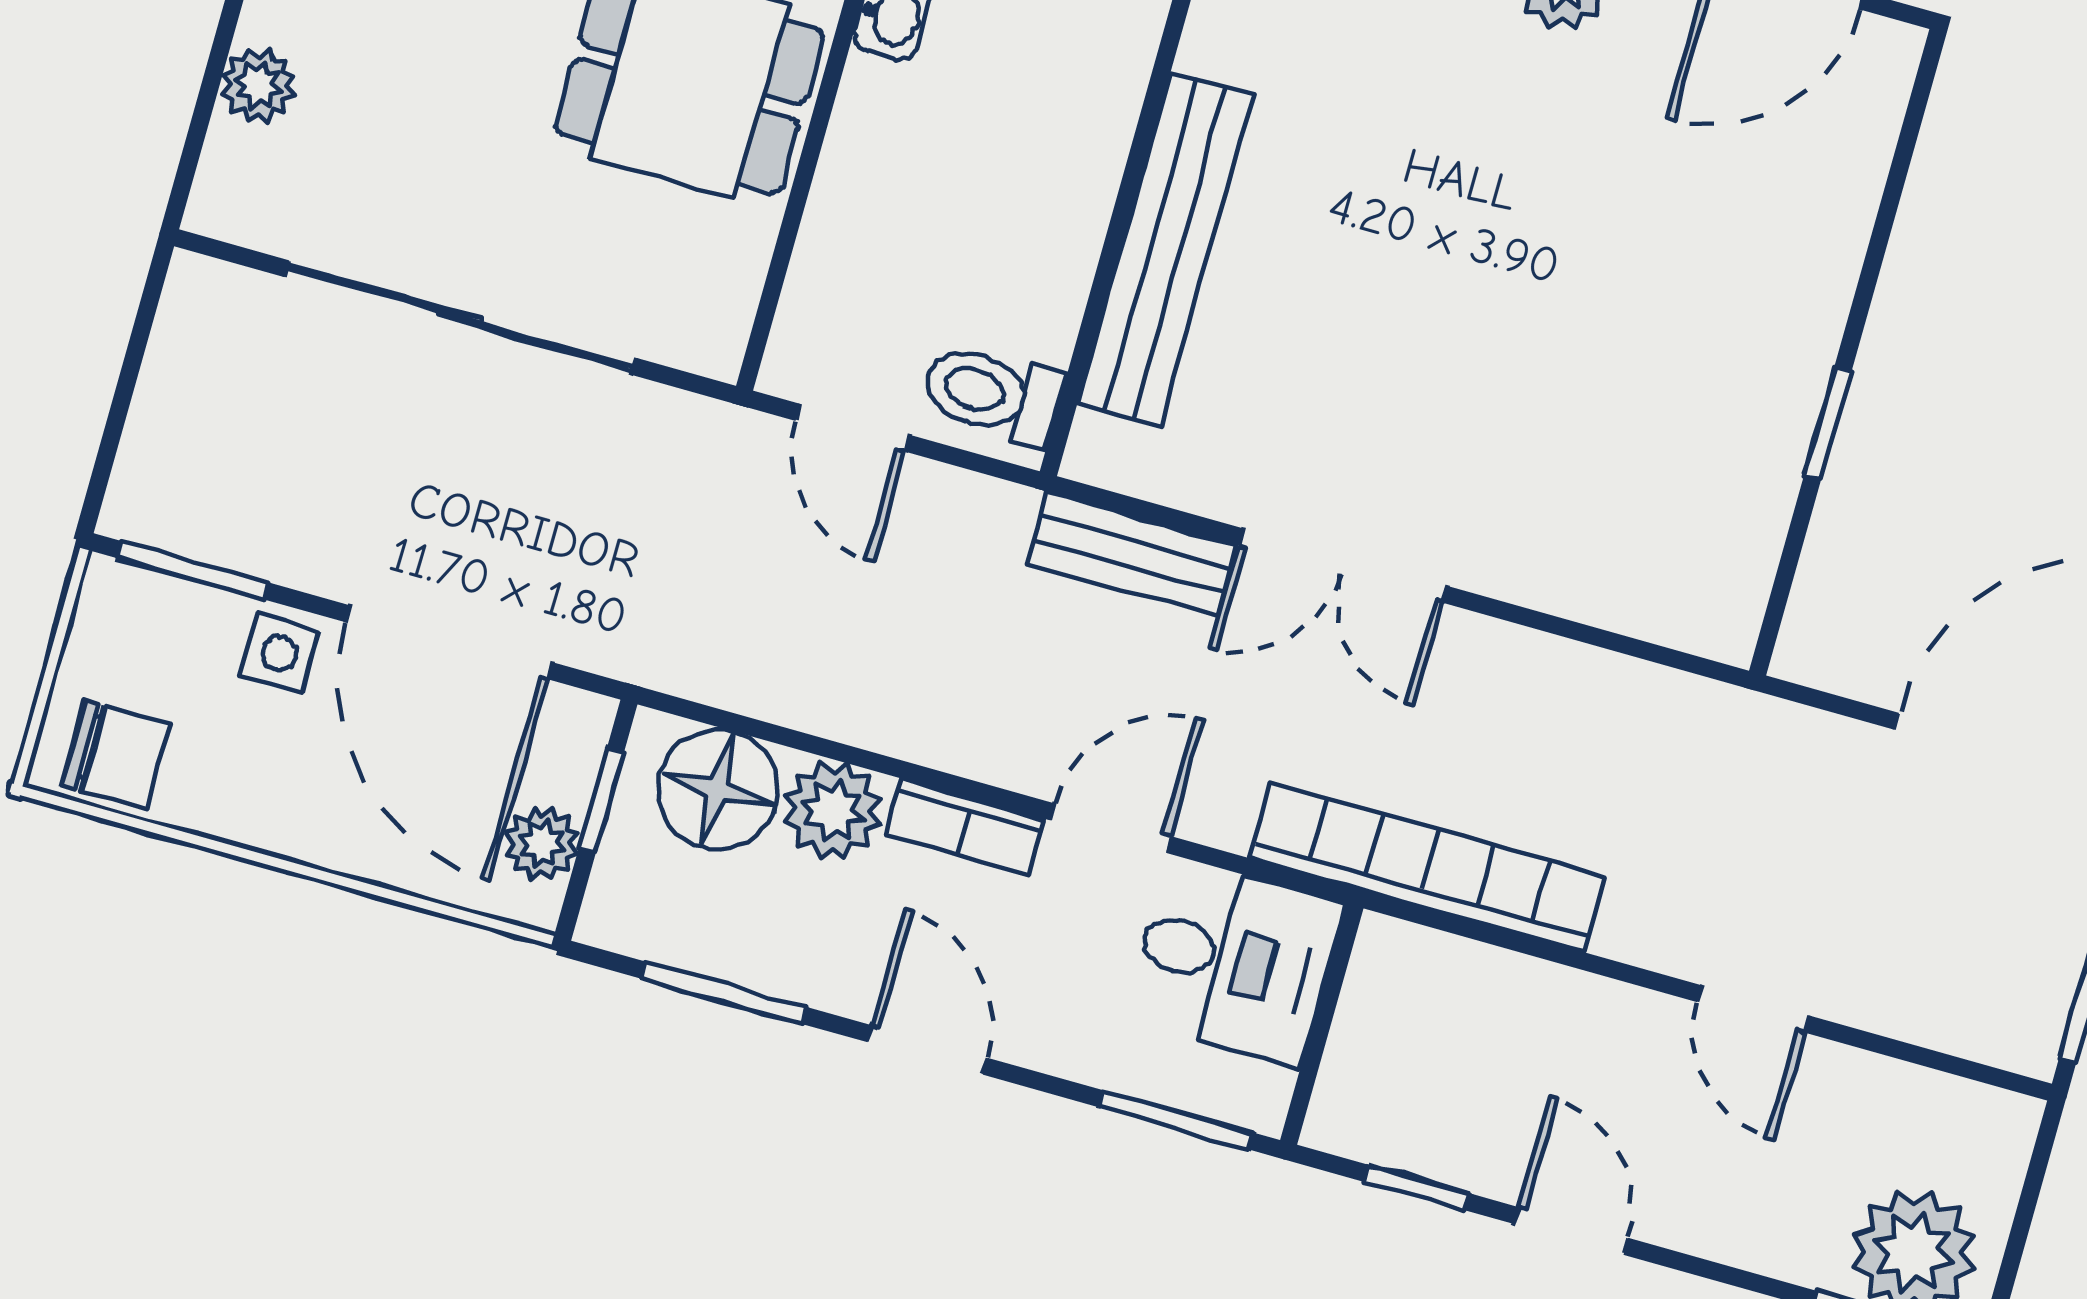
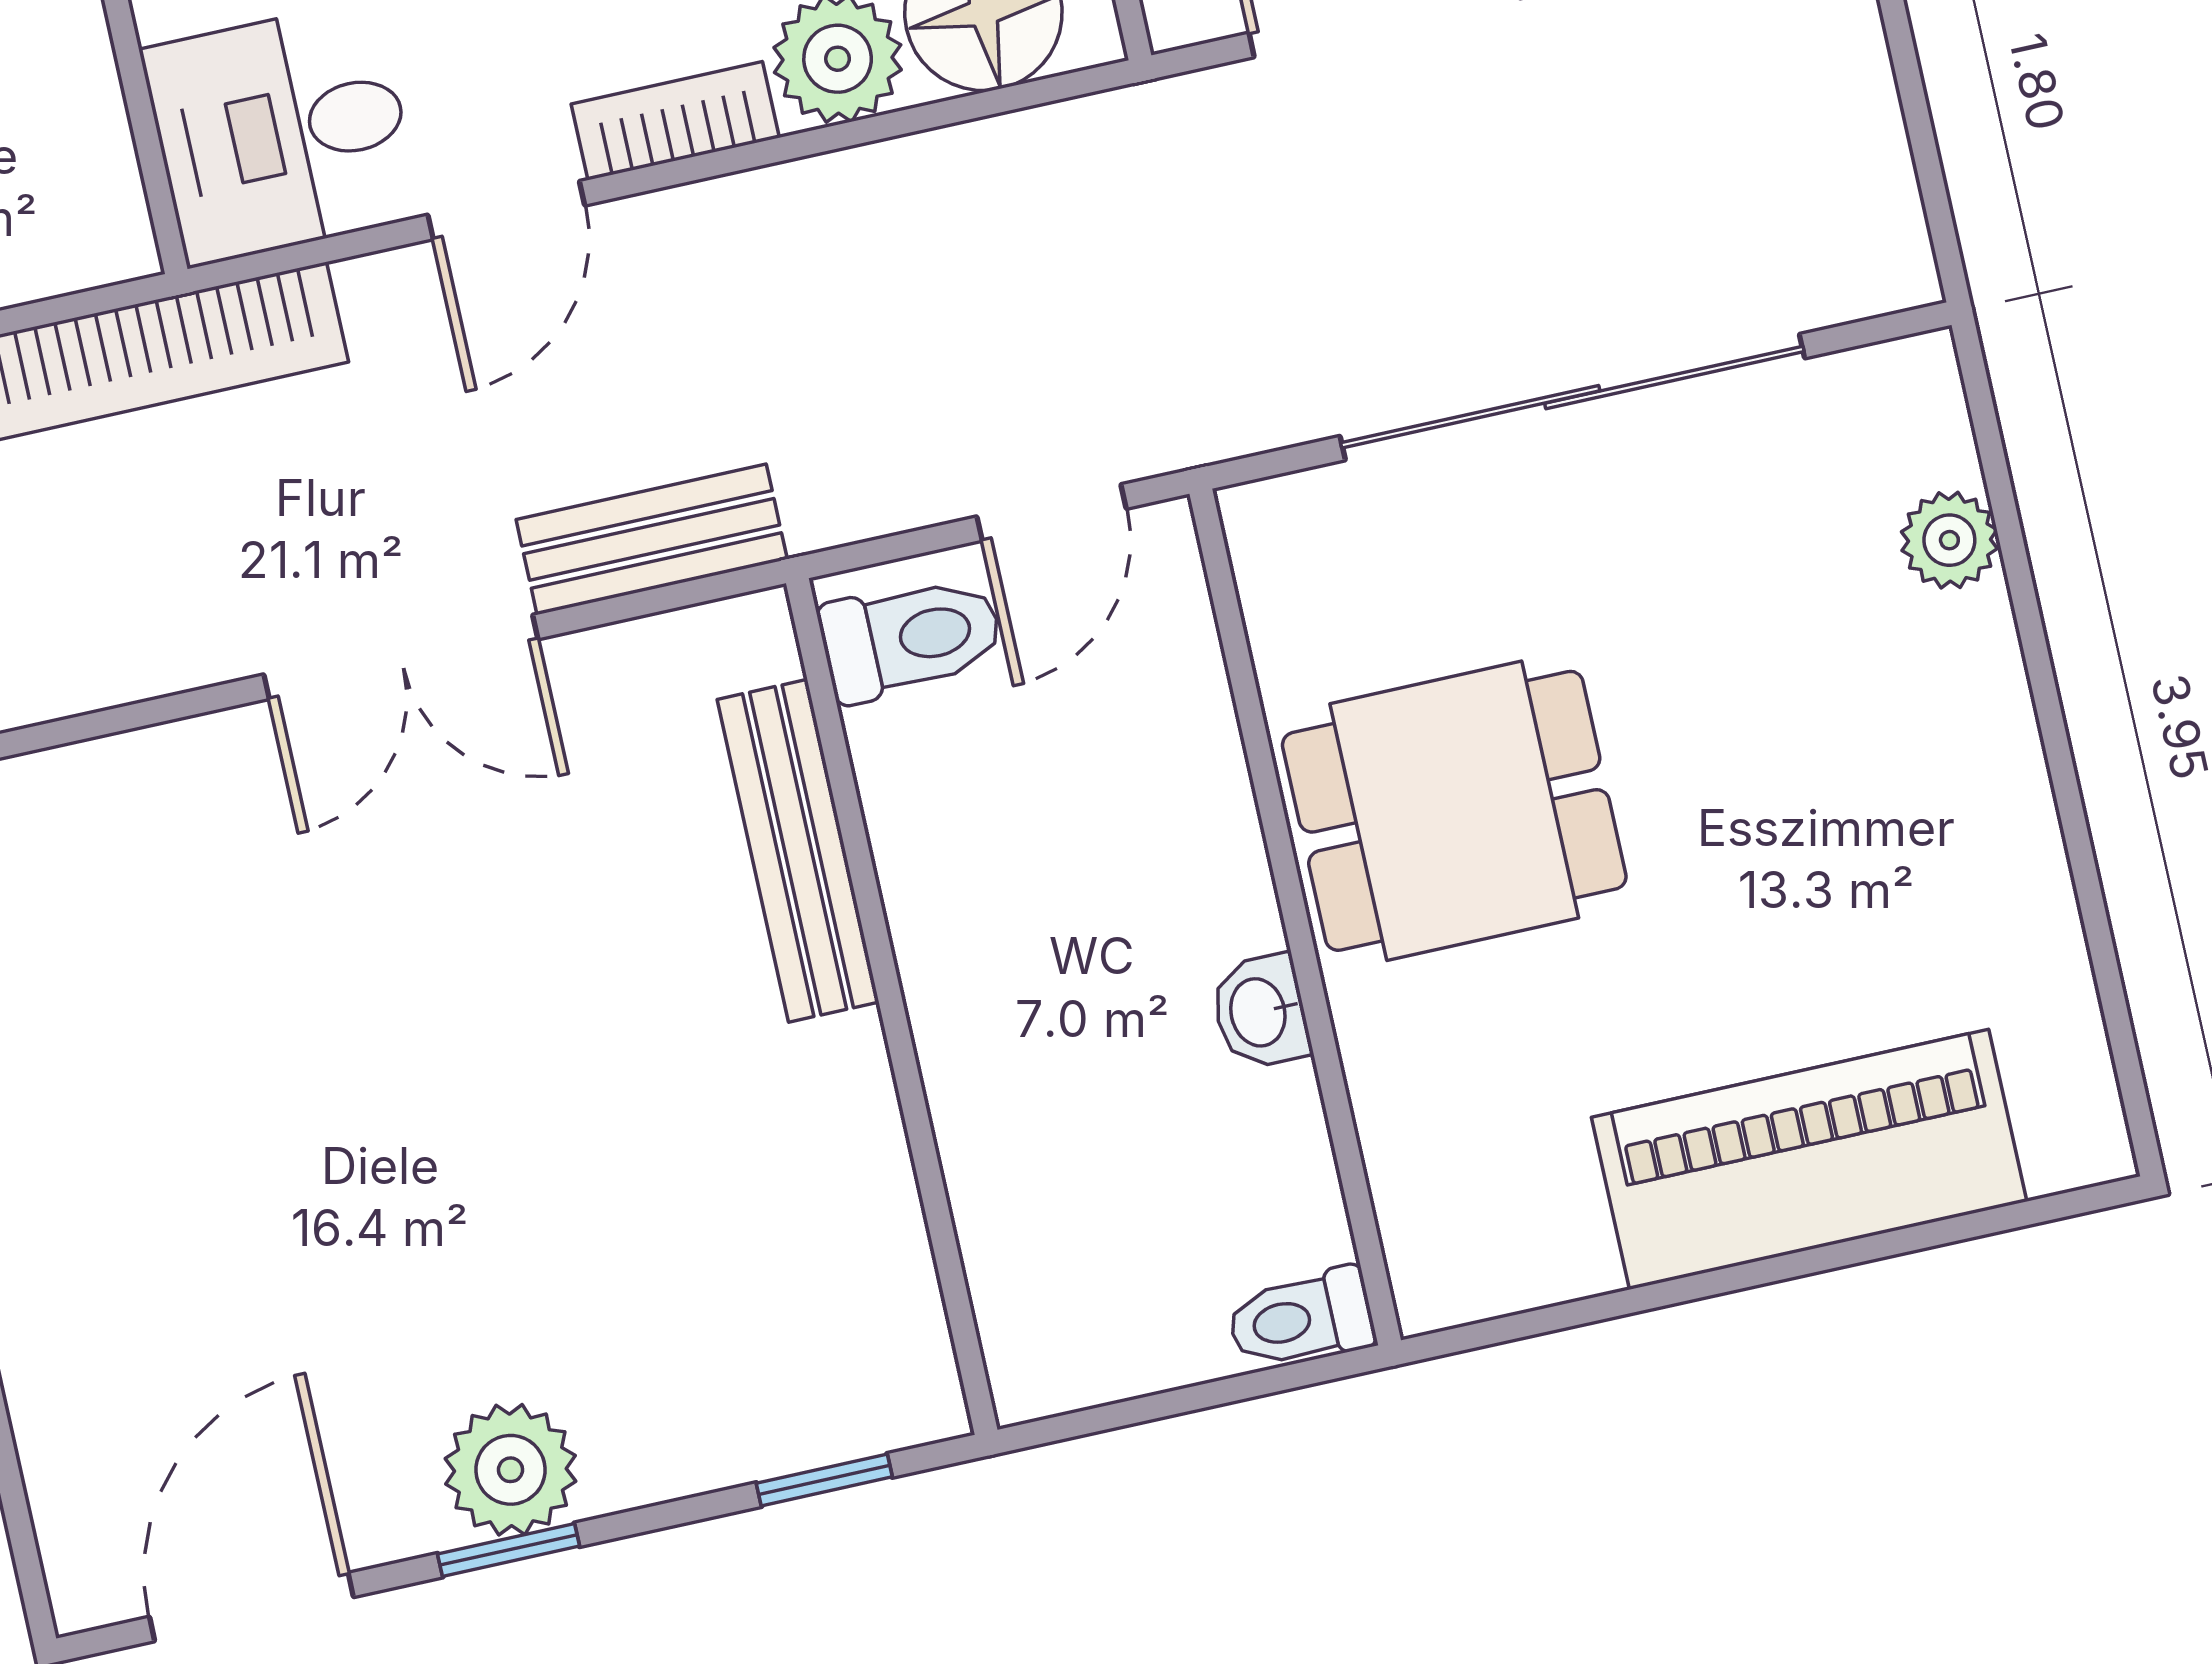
bench: (1165, 249) -> (798, 851), width x0.73, depth x0.82
door: (853, 428) -> (1052, 513), swing flipped
double door: (1343, 566) -> (401, 657), swing flipped

